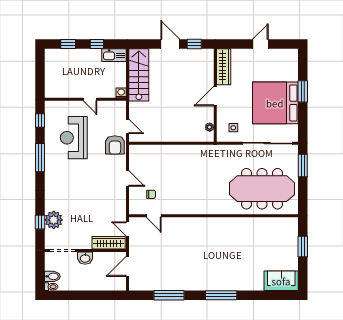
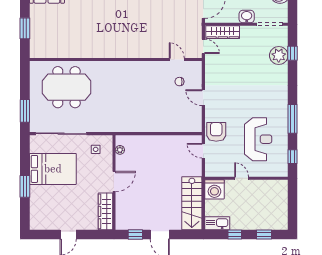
washing machine: (121, 93) -> (214, 189), width x1.89, depth x1.89
bed: (275, 103) -> (53, 169), width x0.73
meeting table: (262, 189) -> (66, 87), width x0.73

